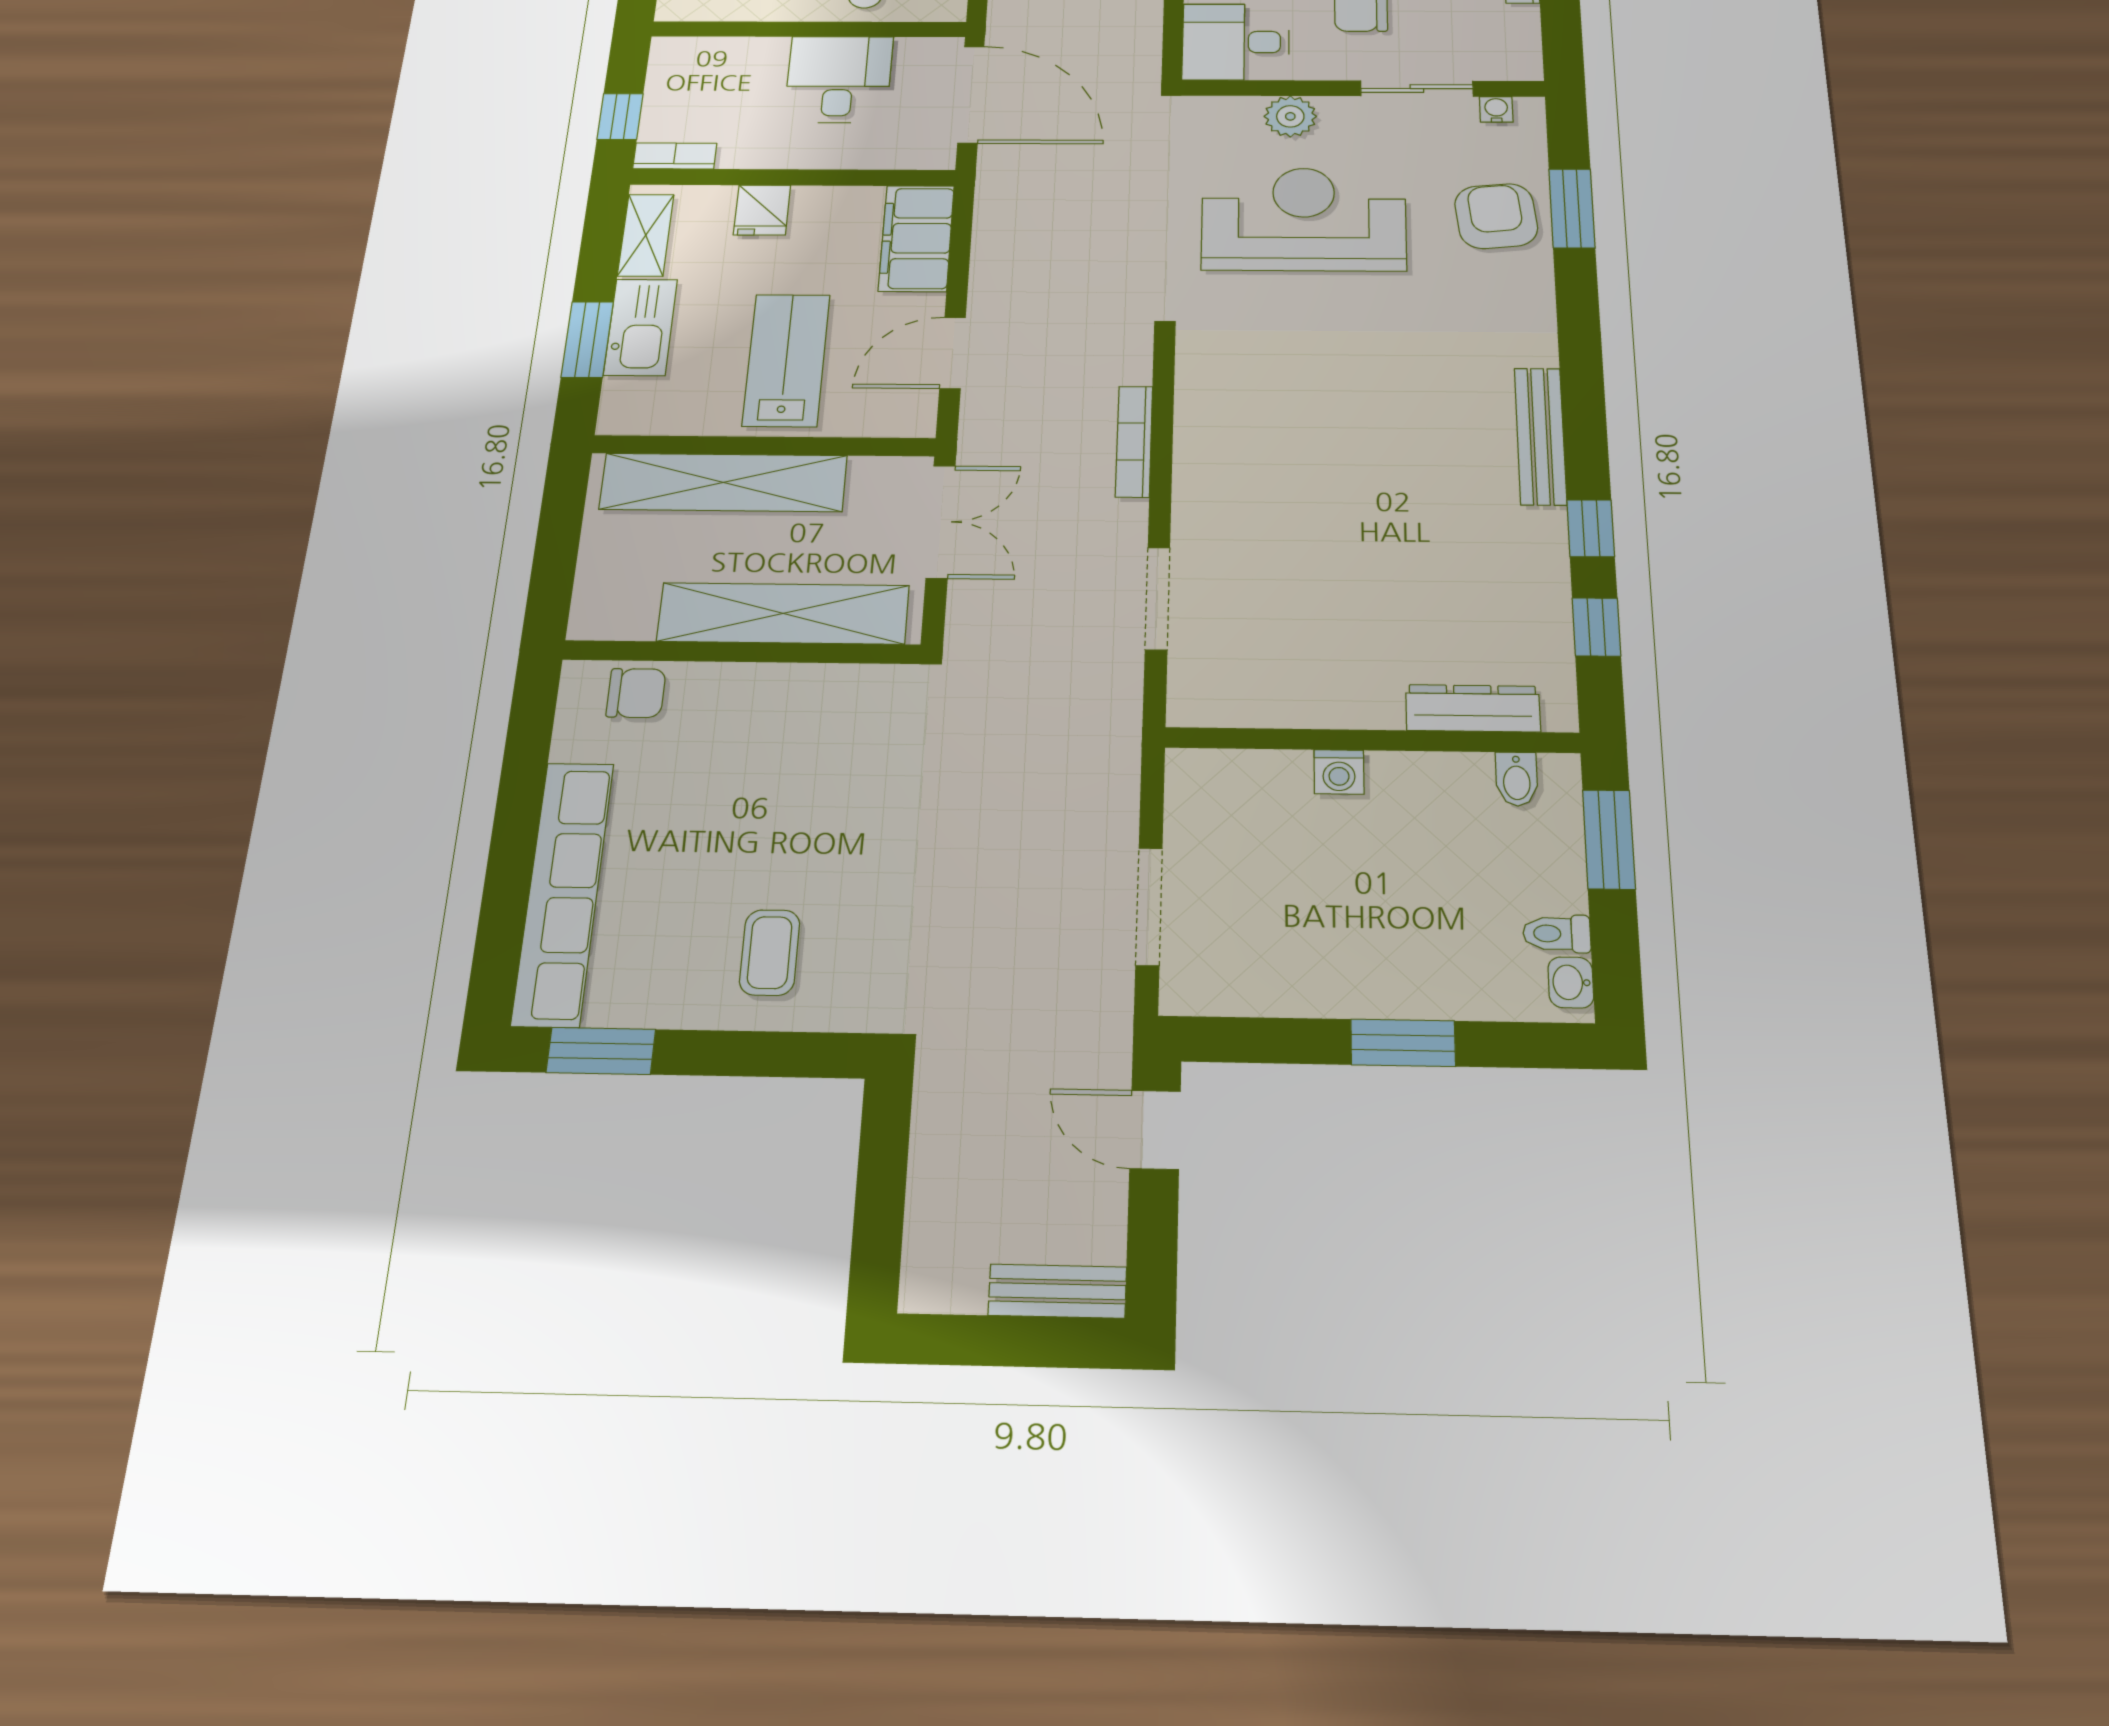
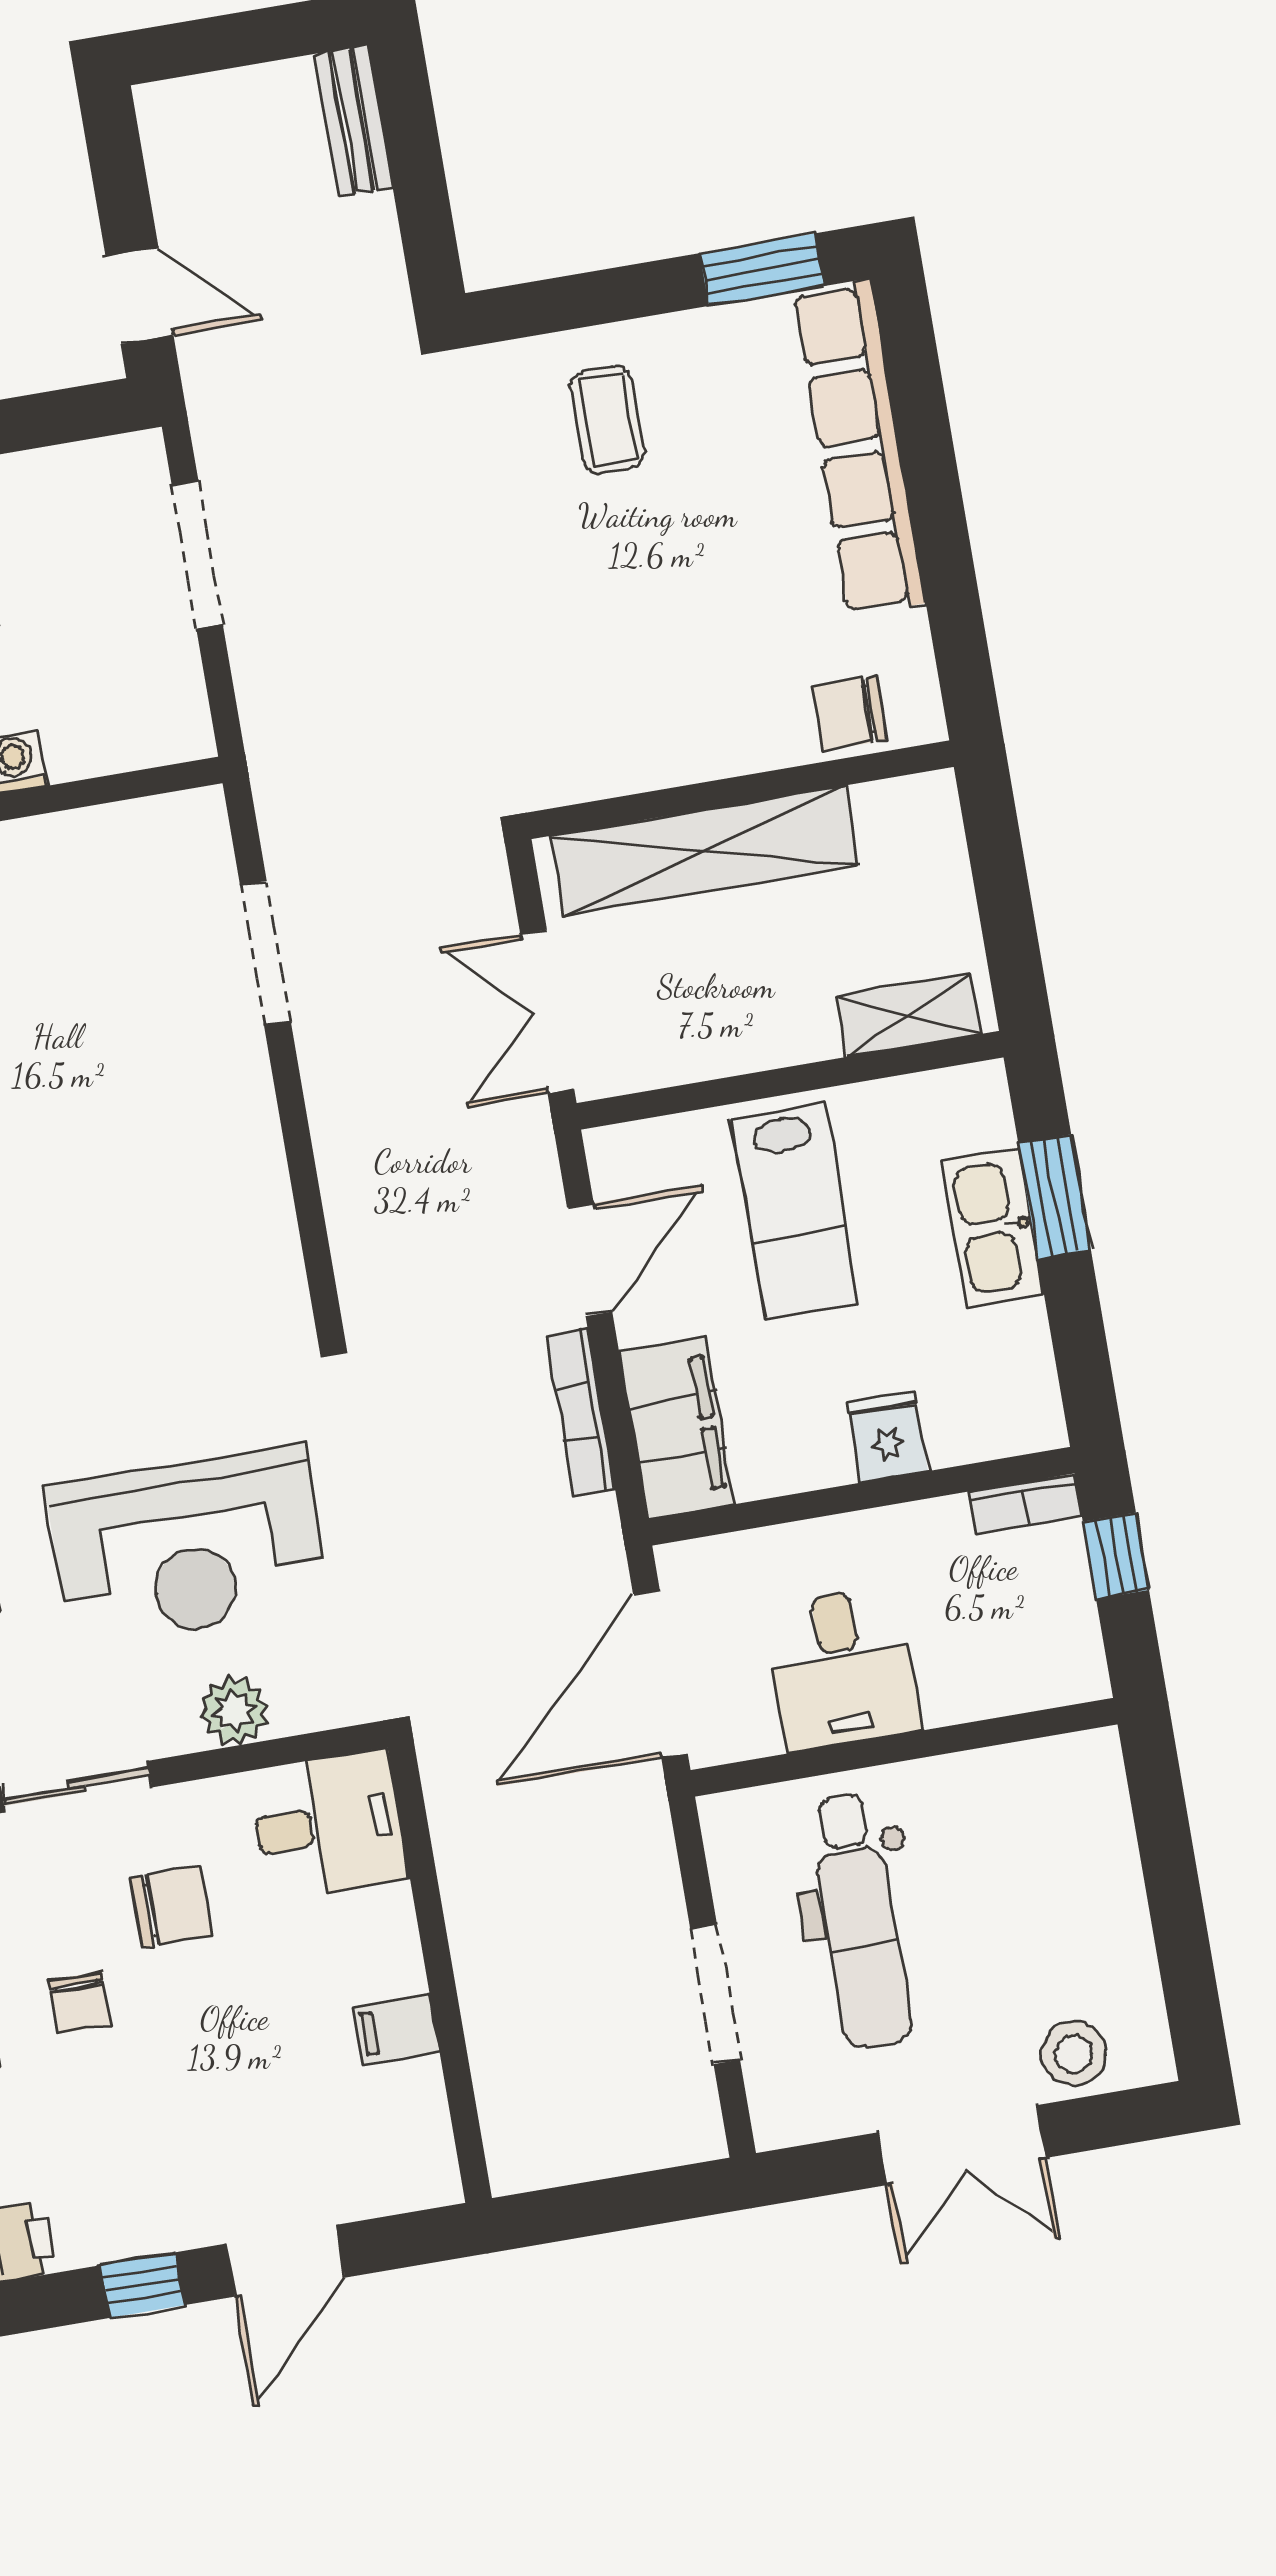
door: (971, 95) -> (660, 1674), hinge flipped
shelving: (646, 235) -> (1027, 1370), removed
bookcase: (1134, 441) -> (581, 1412), moved, turned 180
shelving: (723, 482) -> (908, 1015), width x0.45, depth x0.75
bench: (1057, 1291) -> (353, 121), moved, turned 90

